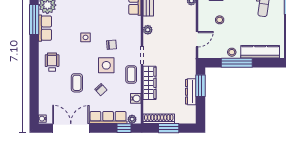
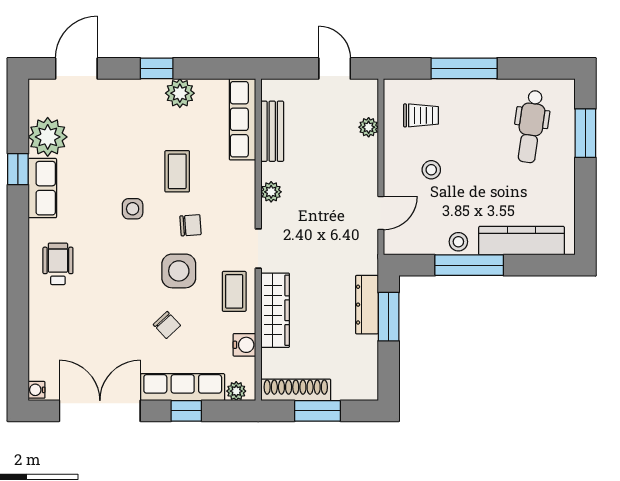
window: (34, 20) -> (18, 169), width x0.46
coffee table: (77, 83) -> (177, 171), moved
dresser: (191, 92) -> (367, 305), moved
window: (124, 128) -> (186, 411), moved

